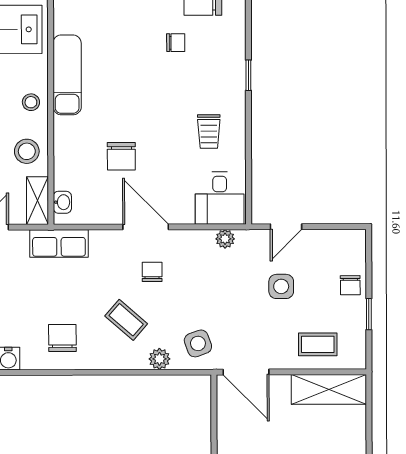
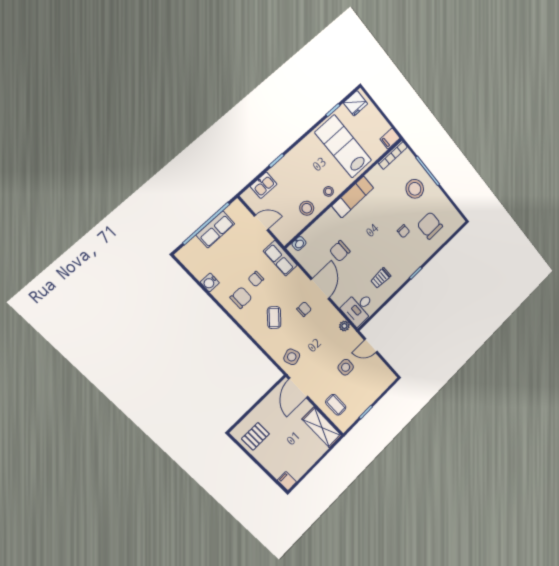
shelving: (37, 201) -> (290, 232), removed
chair: (350, 285) -> (256, 279), moved
plant: (159, 359) -> (270, 347), removed

